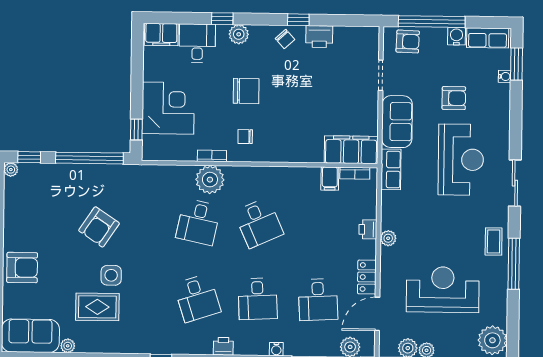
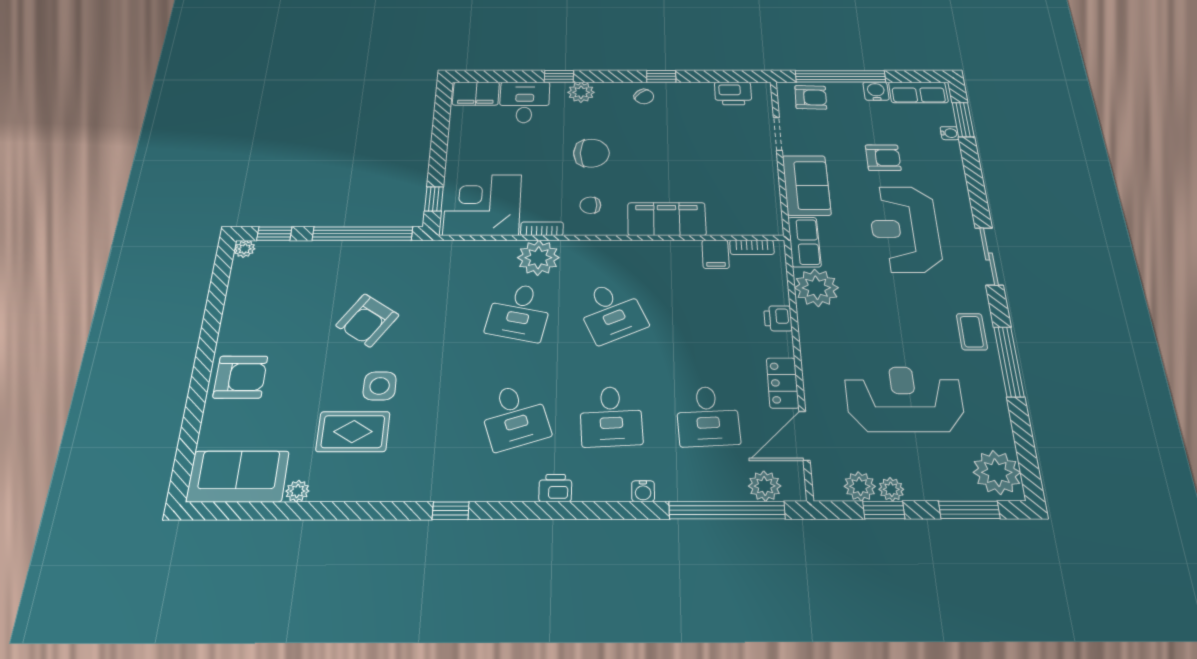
printer: (319, 37) -> (733, 93), moved
corner desk: (168, 108) -> (483, 205), moved, turned -90
filing cabinet: (351, 150) -> (667, 219), moved
reception desk: (461, 160) -> (905, 229), turned 180
plant: (388, 238) -> (816, 288), moved, width x1.88, depth x1.88

